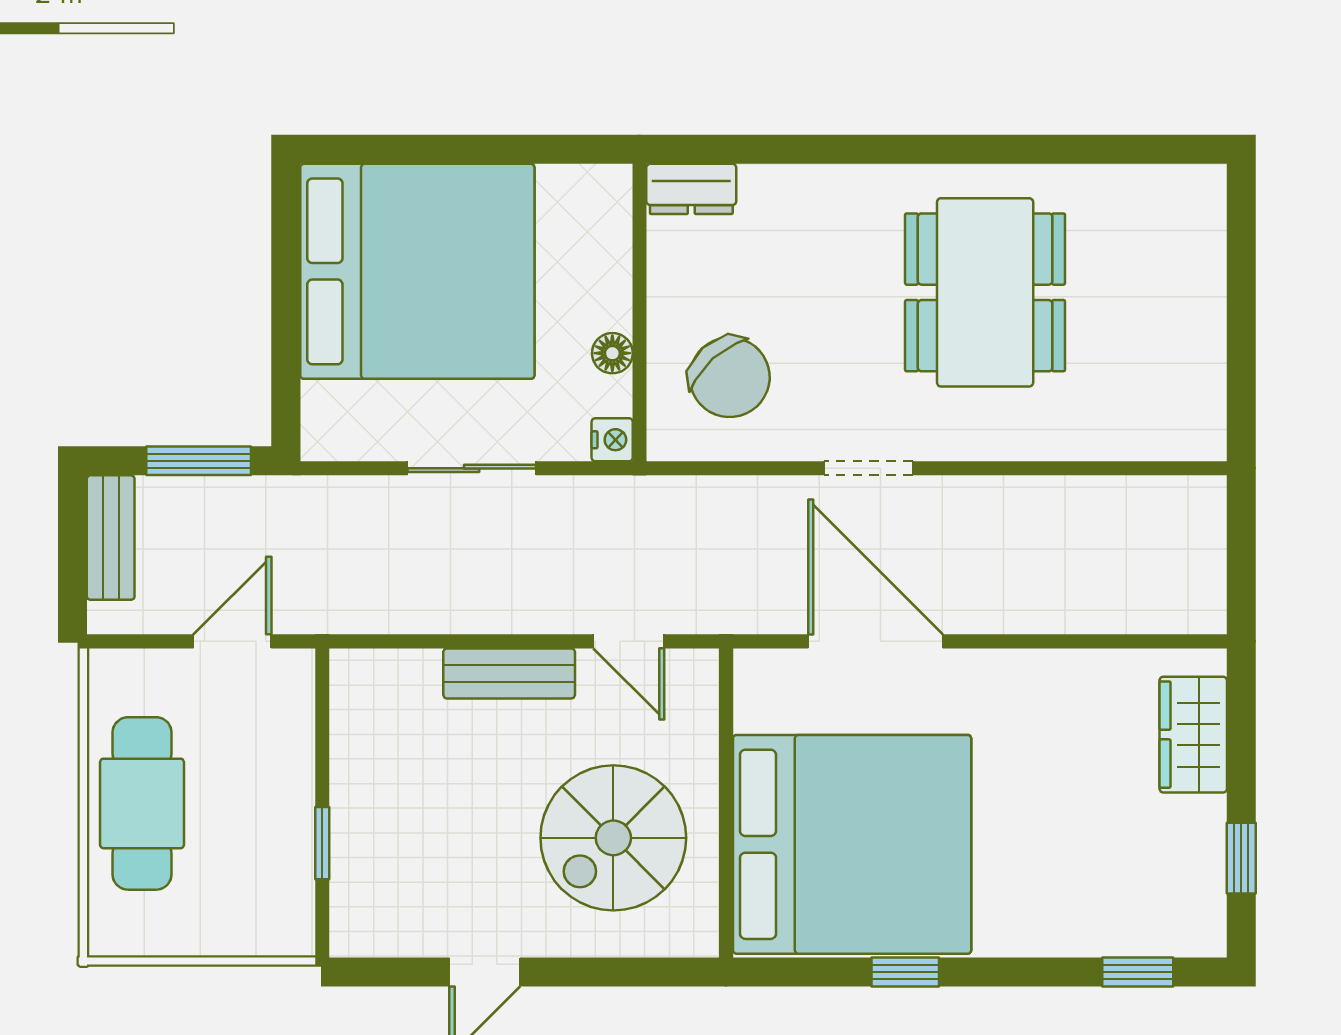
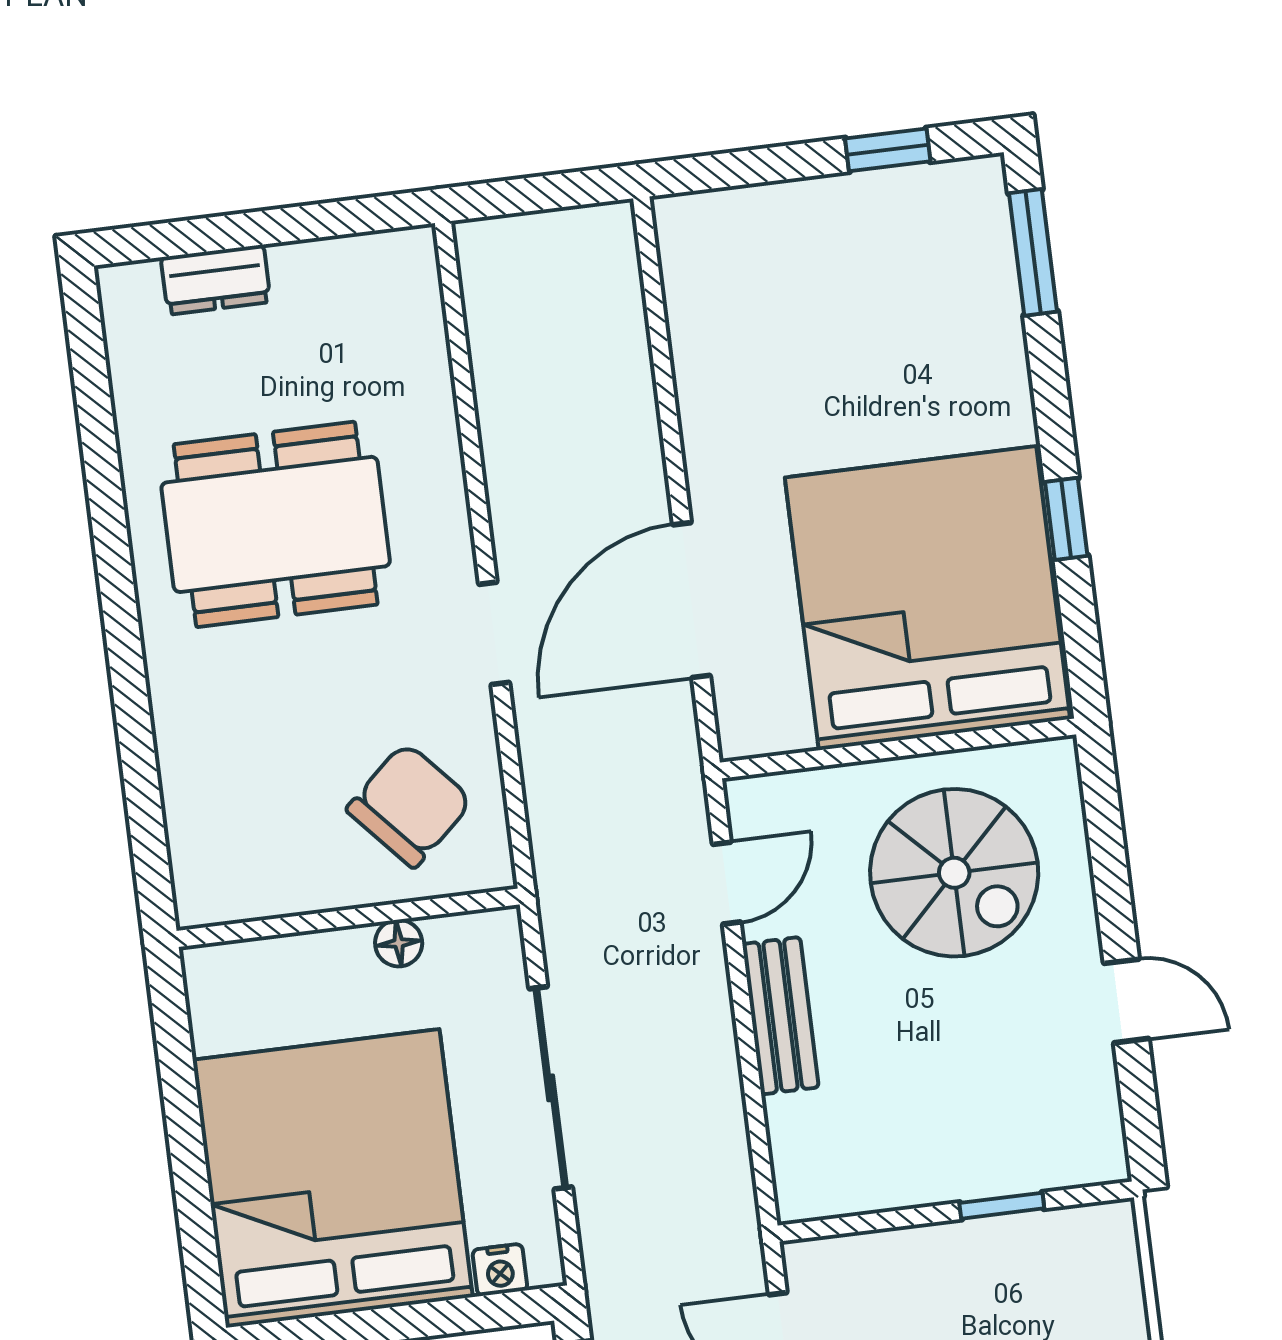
dresser: (691, 189) -> (216, 280), moved, turned 90
nightstand: (612, 440) -> (500, 1270), moved, turned 180
sliding door: (472, 468) -> (551, 1088), width x1.37
wardrobe: (1193, 735) -> (753, 223), removed
window: (1138, 972) -> (1033, 252), width x1.50

